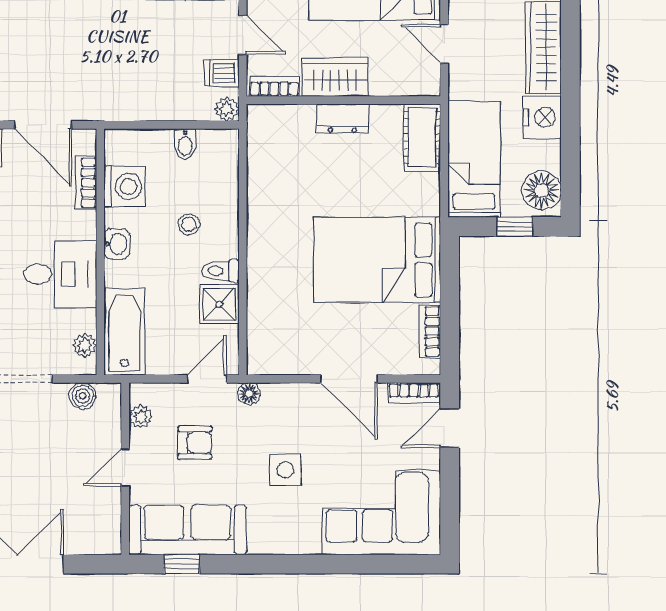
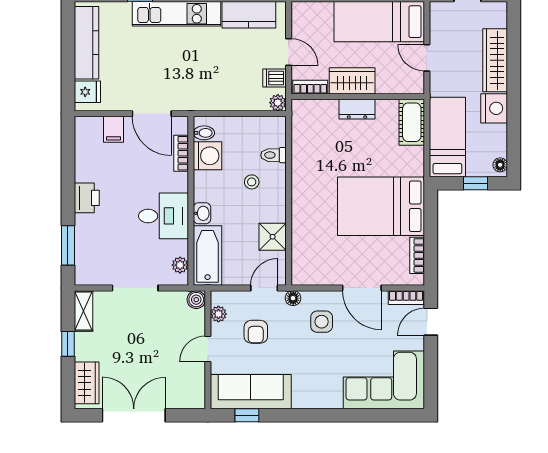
bidet: (185, 144) -> (204, 133), moved, turned -90
floor lamp: (541, 190) -> (500, 165), width x0.53, depth x0.53
washbasin: (117, 244) -> (202, 213), moved
toilet: (221, 271) -> (273, 155), moved
boiler: (83, 396) -> (196, 300), moved
armchair: (195, 443) -> (256, 332), turned 90
side table: (285, 470) -> (322, 322), moved

